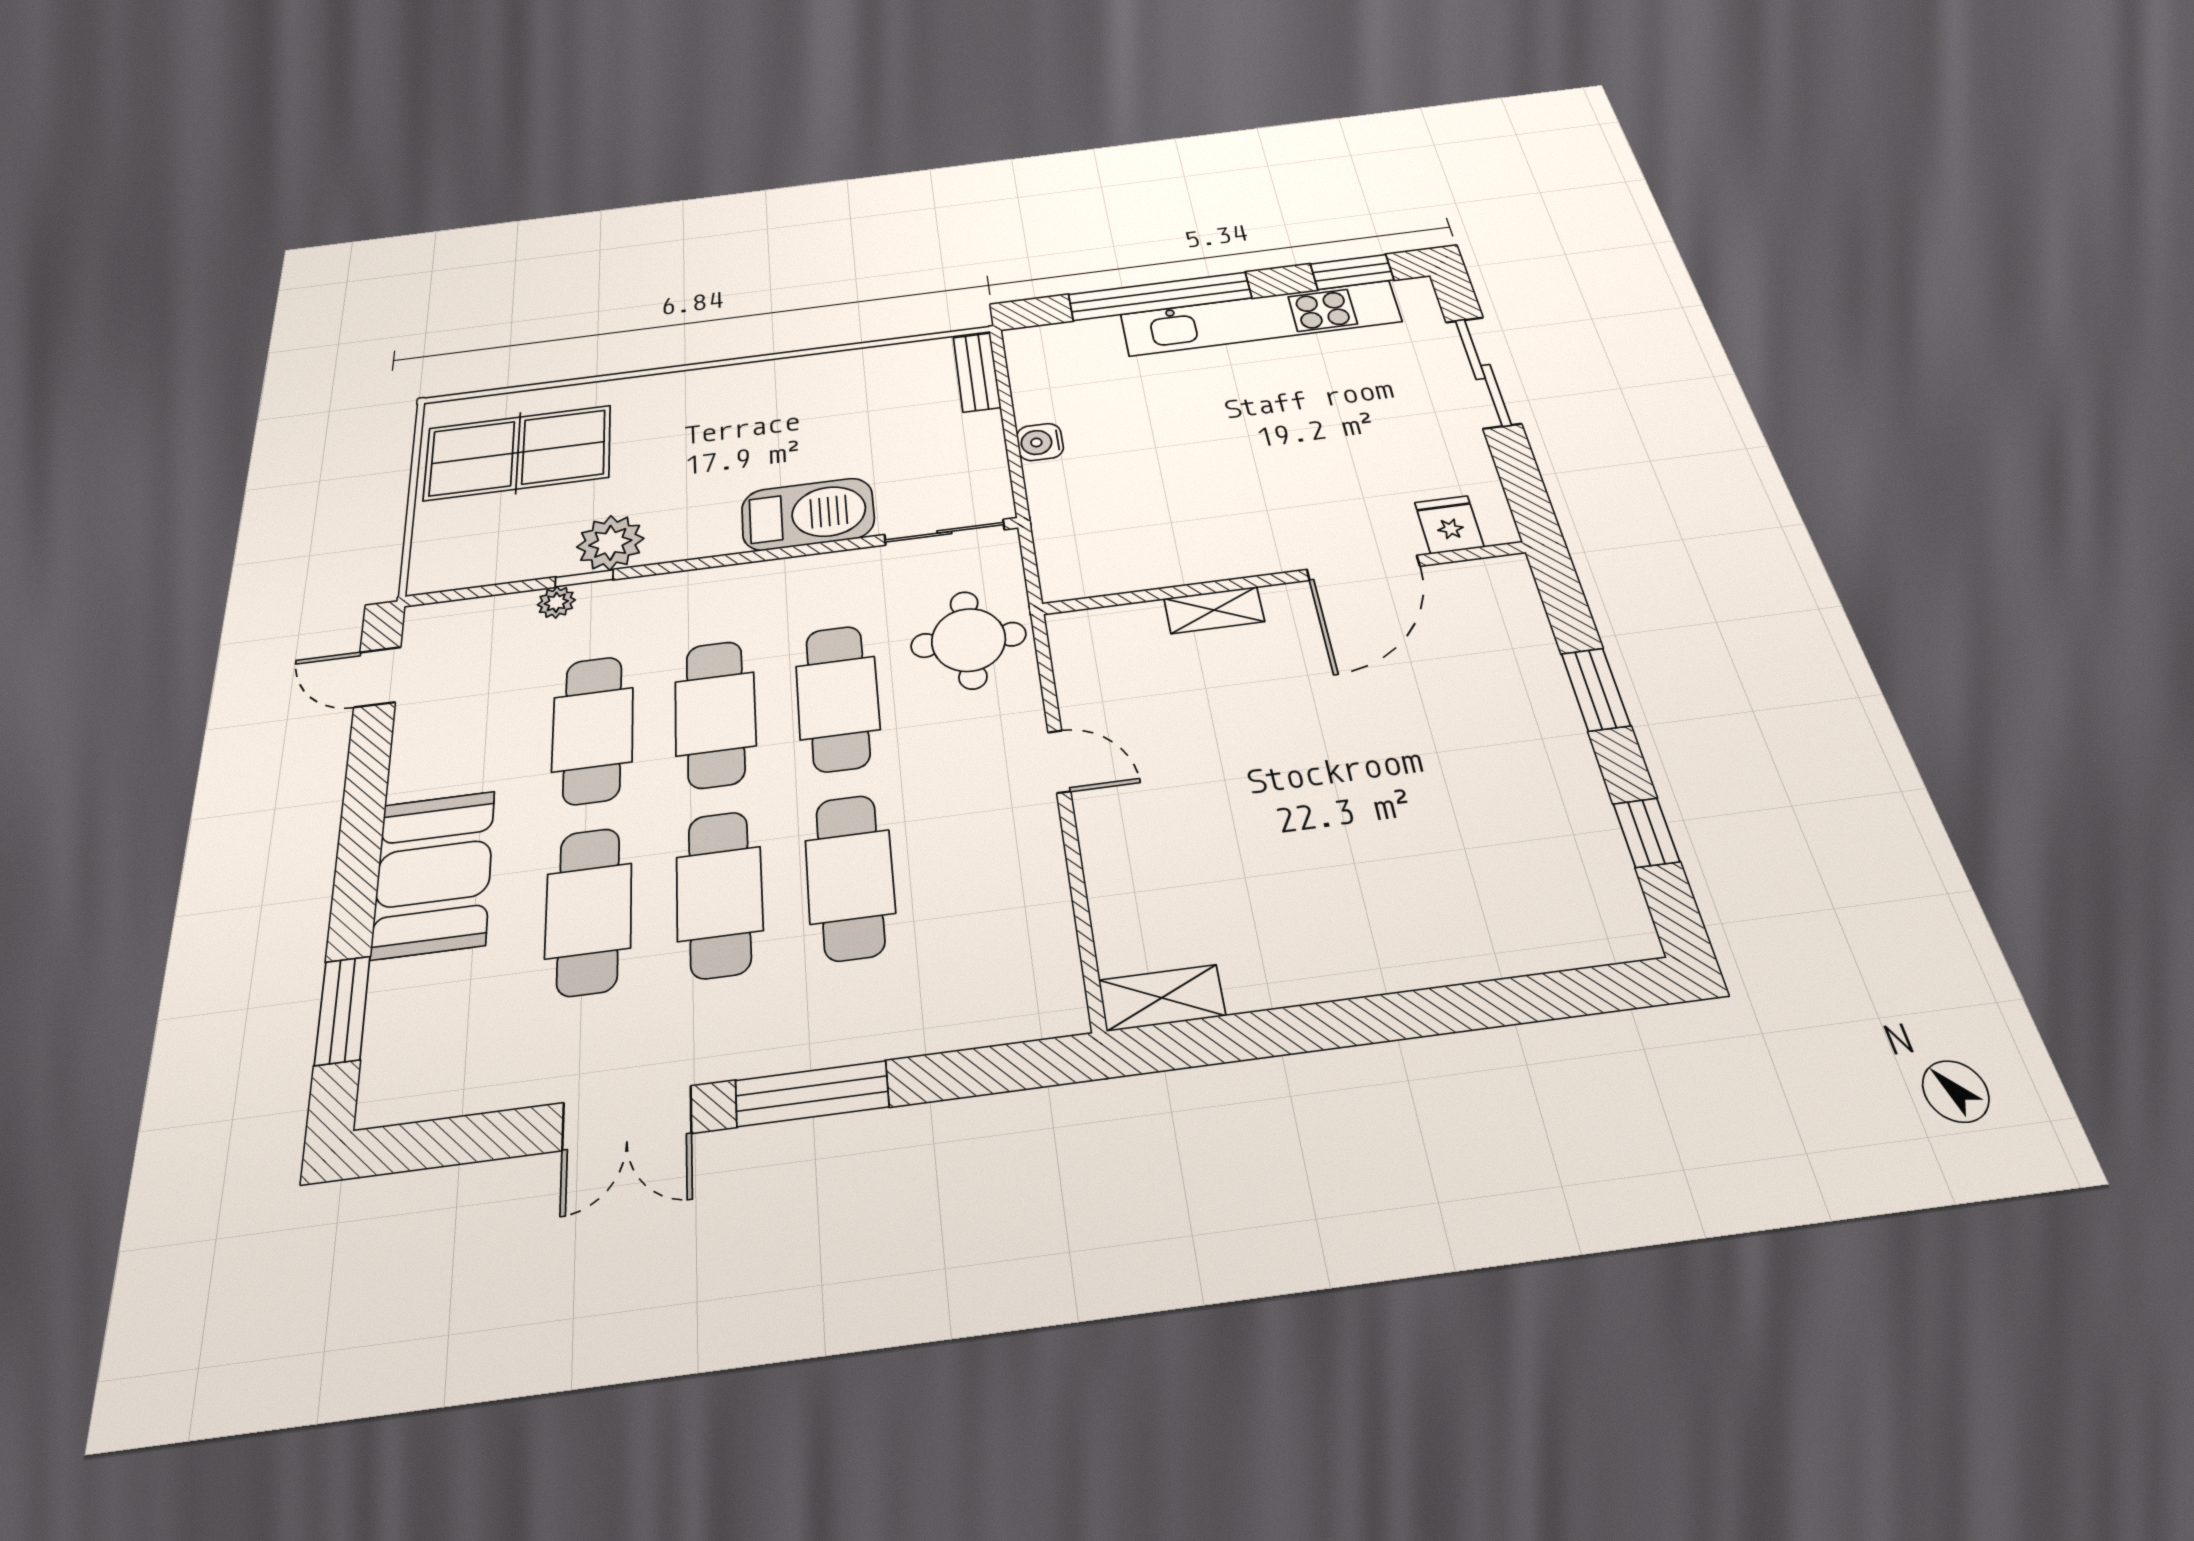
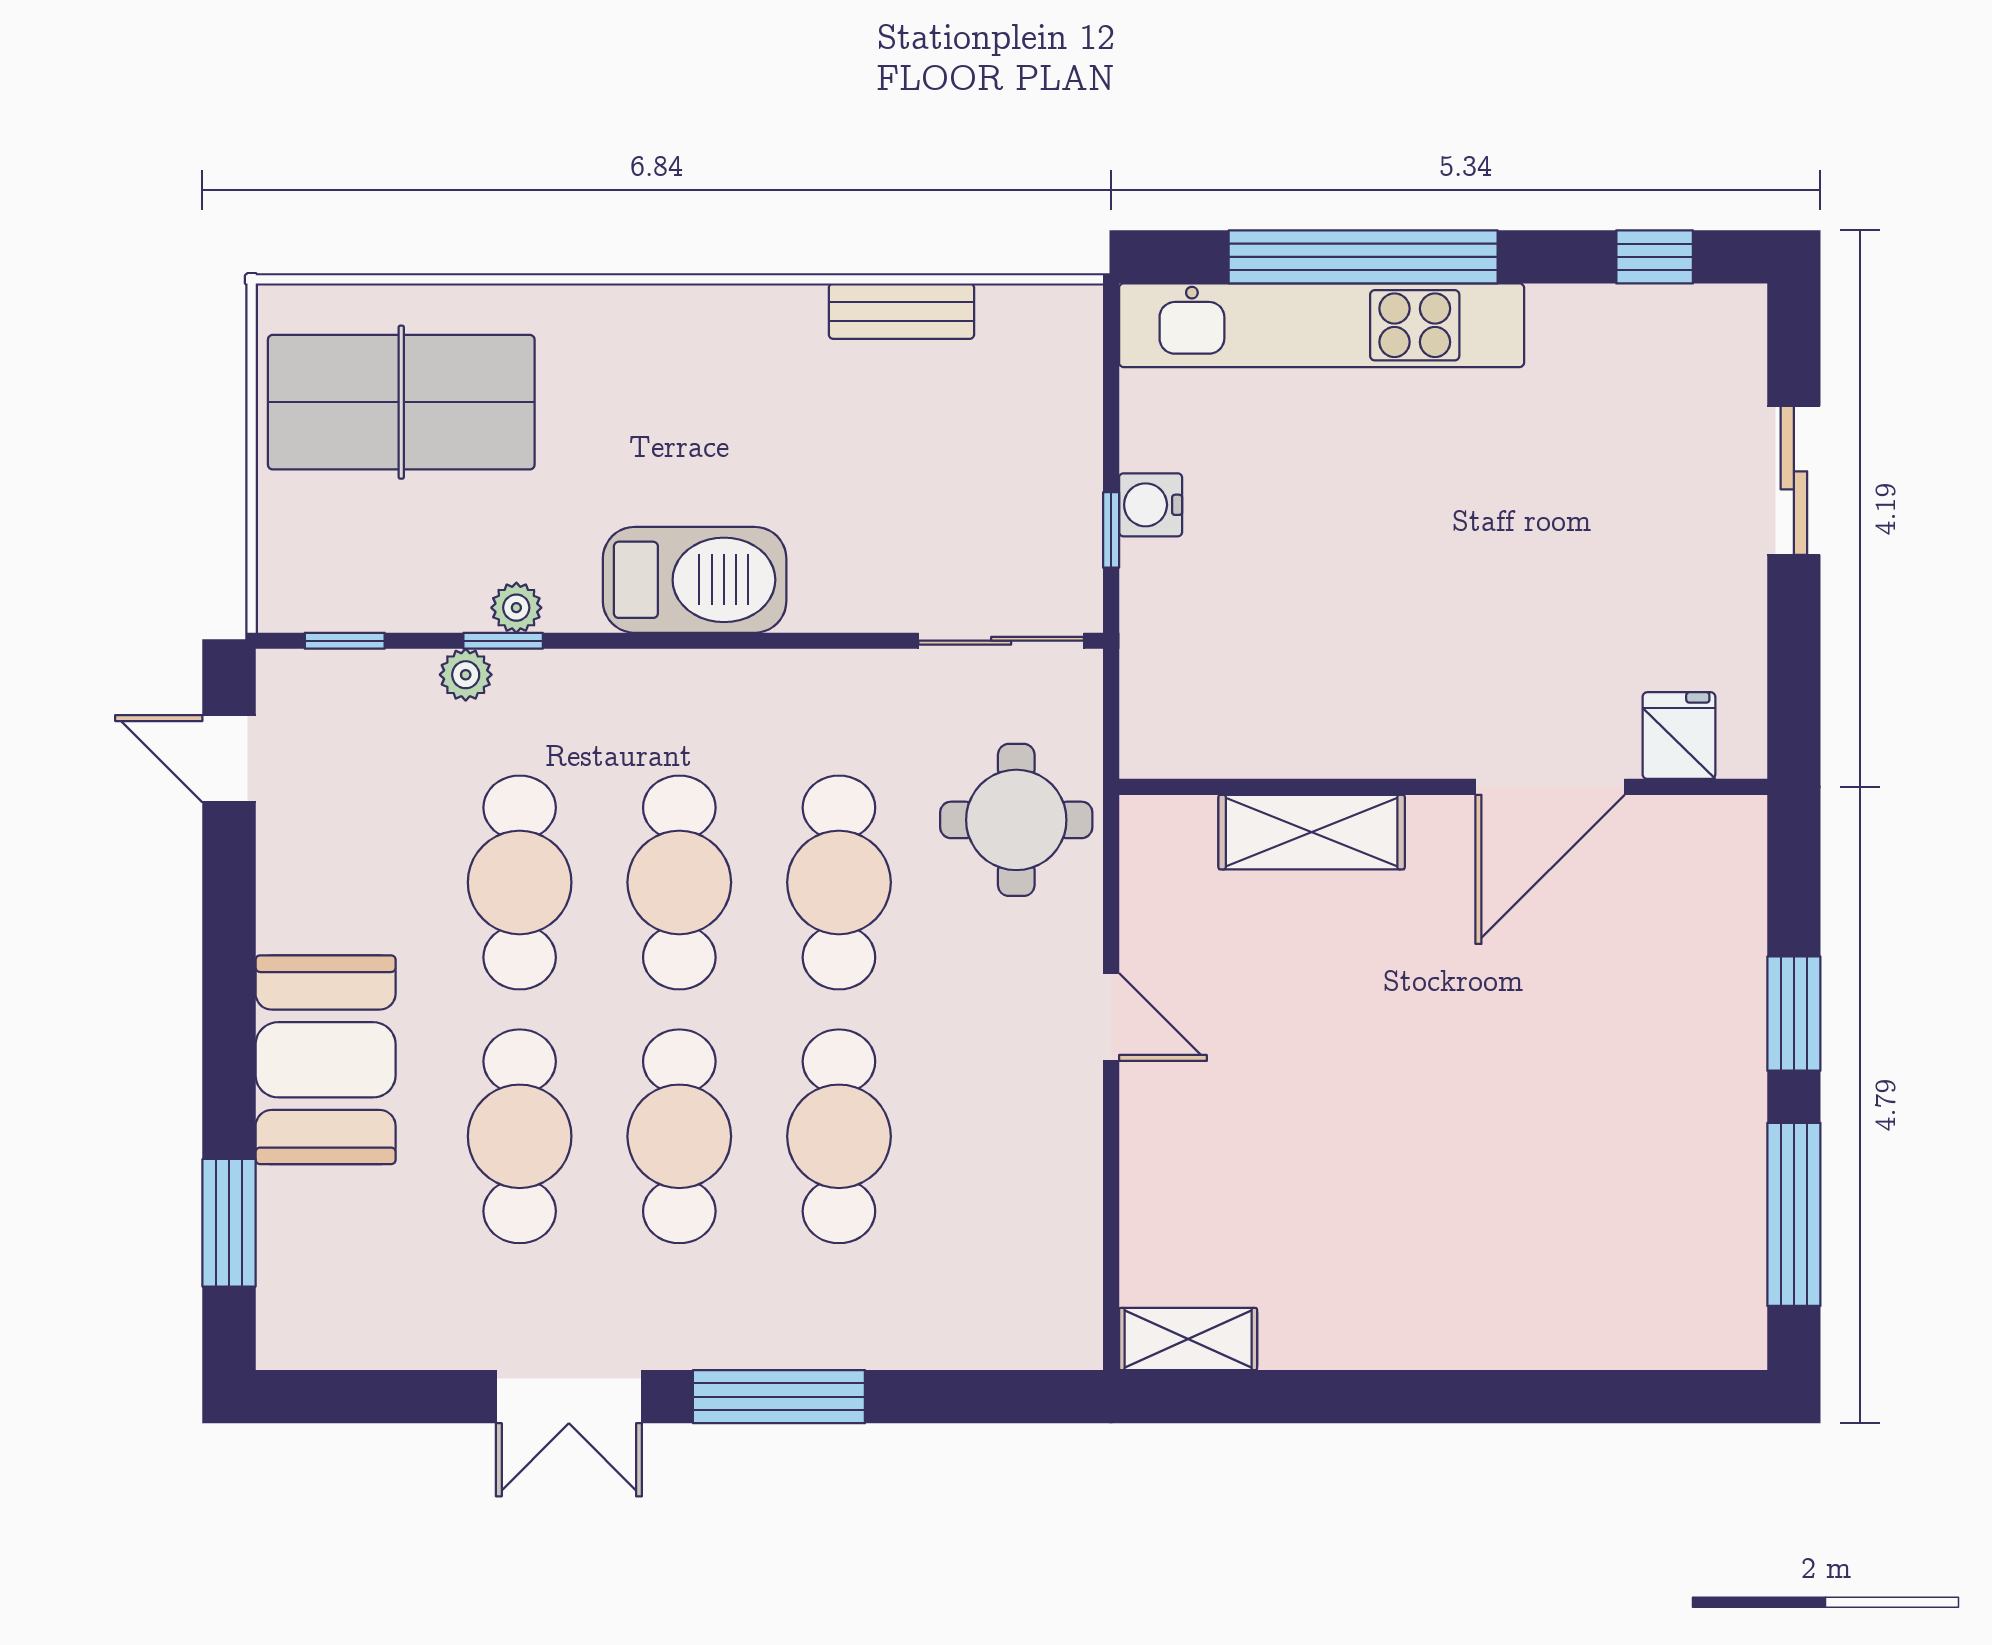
window: (1352, 272) -> (1655, 257), width x0.67
kitchen unit: (1260, 318) -> (1322, 325), moved
bench: (977, 372) -> (901, 311), moved, turned 90
sliding door: (1483, 372) -> (1794, 480), width x0.73
window: (1014, 459) -> (1111, 530), added
barbecue: (808, 514) -> (695, 580), moved
plant: (610, 543) -> (516, 608), width x0.53, depth x0.53
window: (469, 593) -> (345, 641), added
shelving: (1214, 610) -> (1312, 832), width x1.50, depth x1.33
window: (1646, 833) -> (1794, 1214), width x2.17

